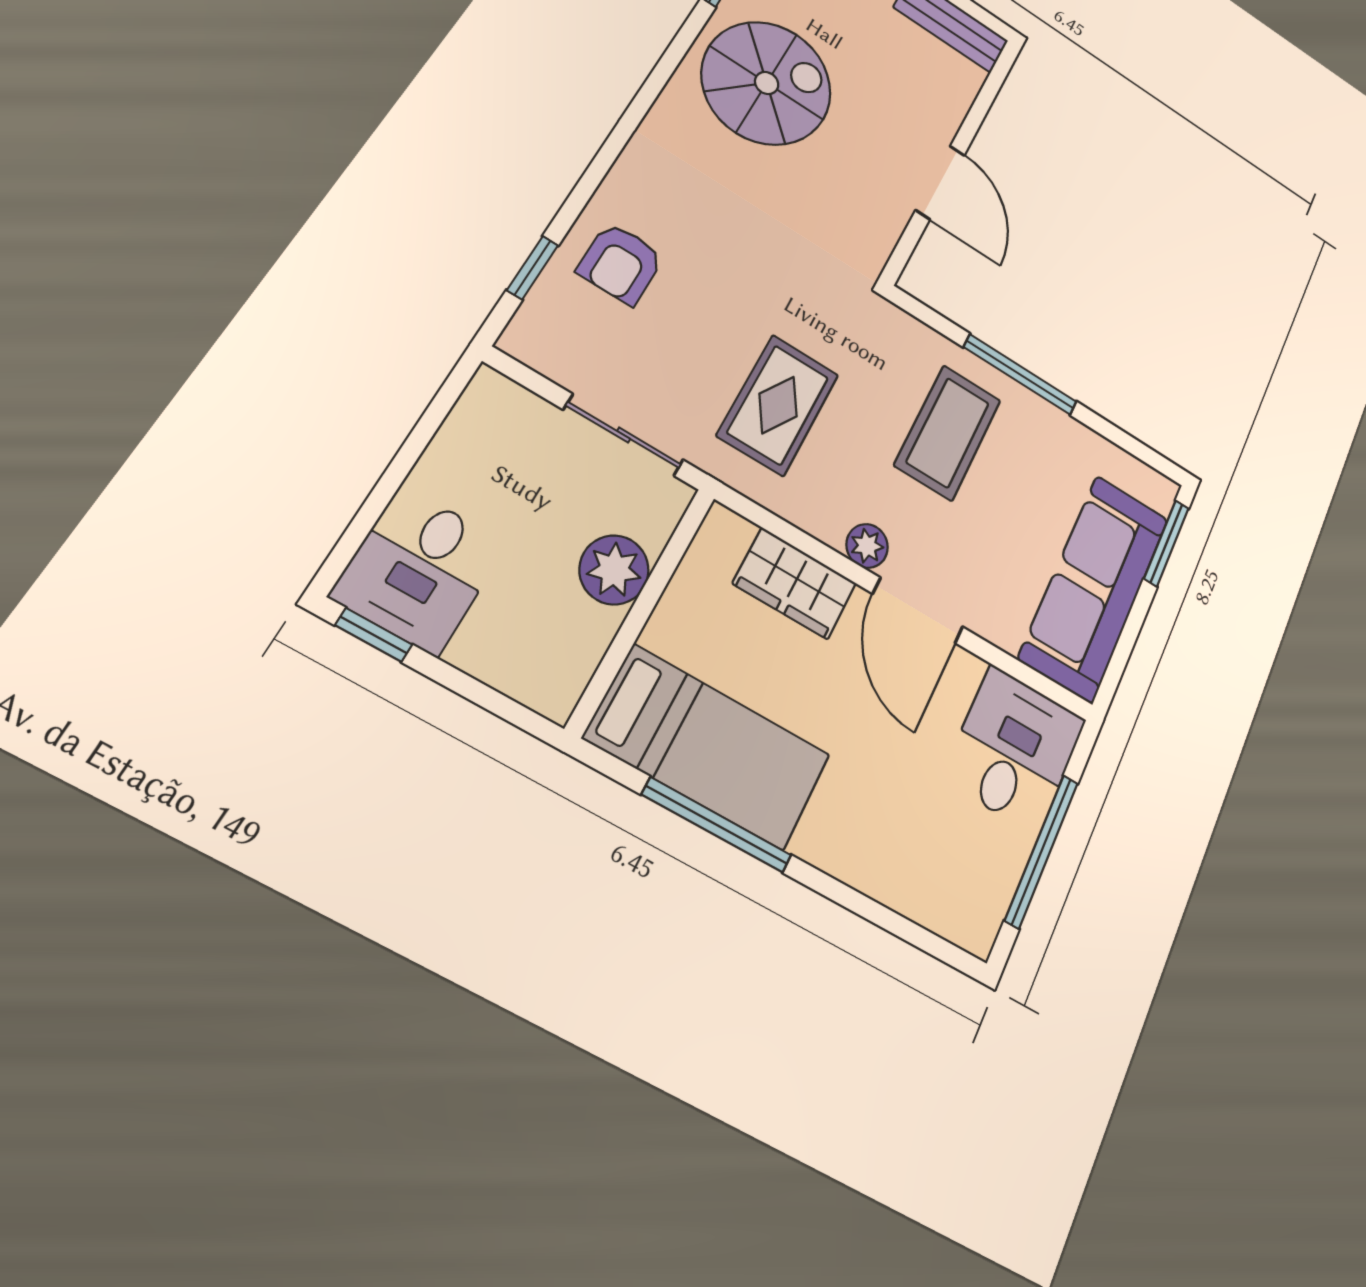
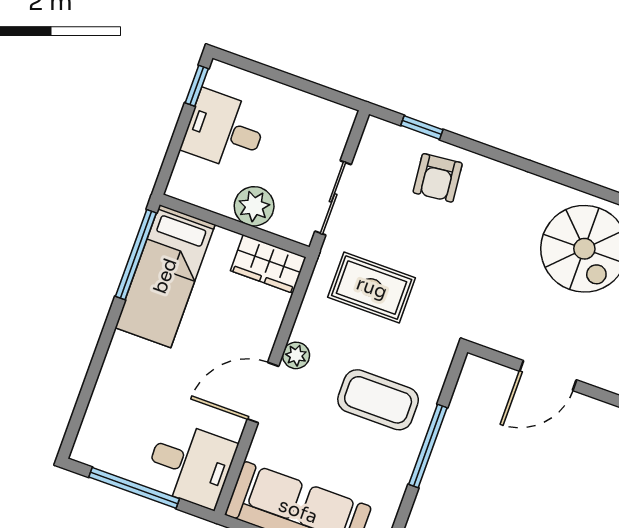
armchair: (621, 263) -> (438, 178), turned -96
desk: (419, 570) -> (225, 130), moved
wardrobe: (795, 583) -> (268, 264), moved, turned -90
window: (717, 825) -> (136, 255), moved

